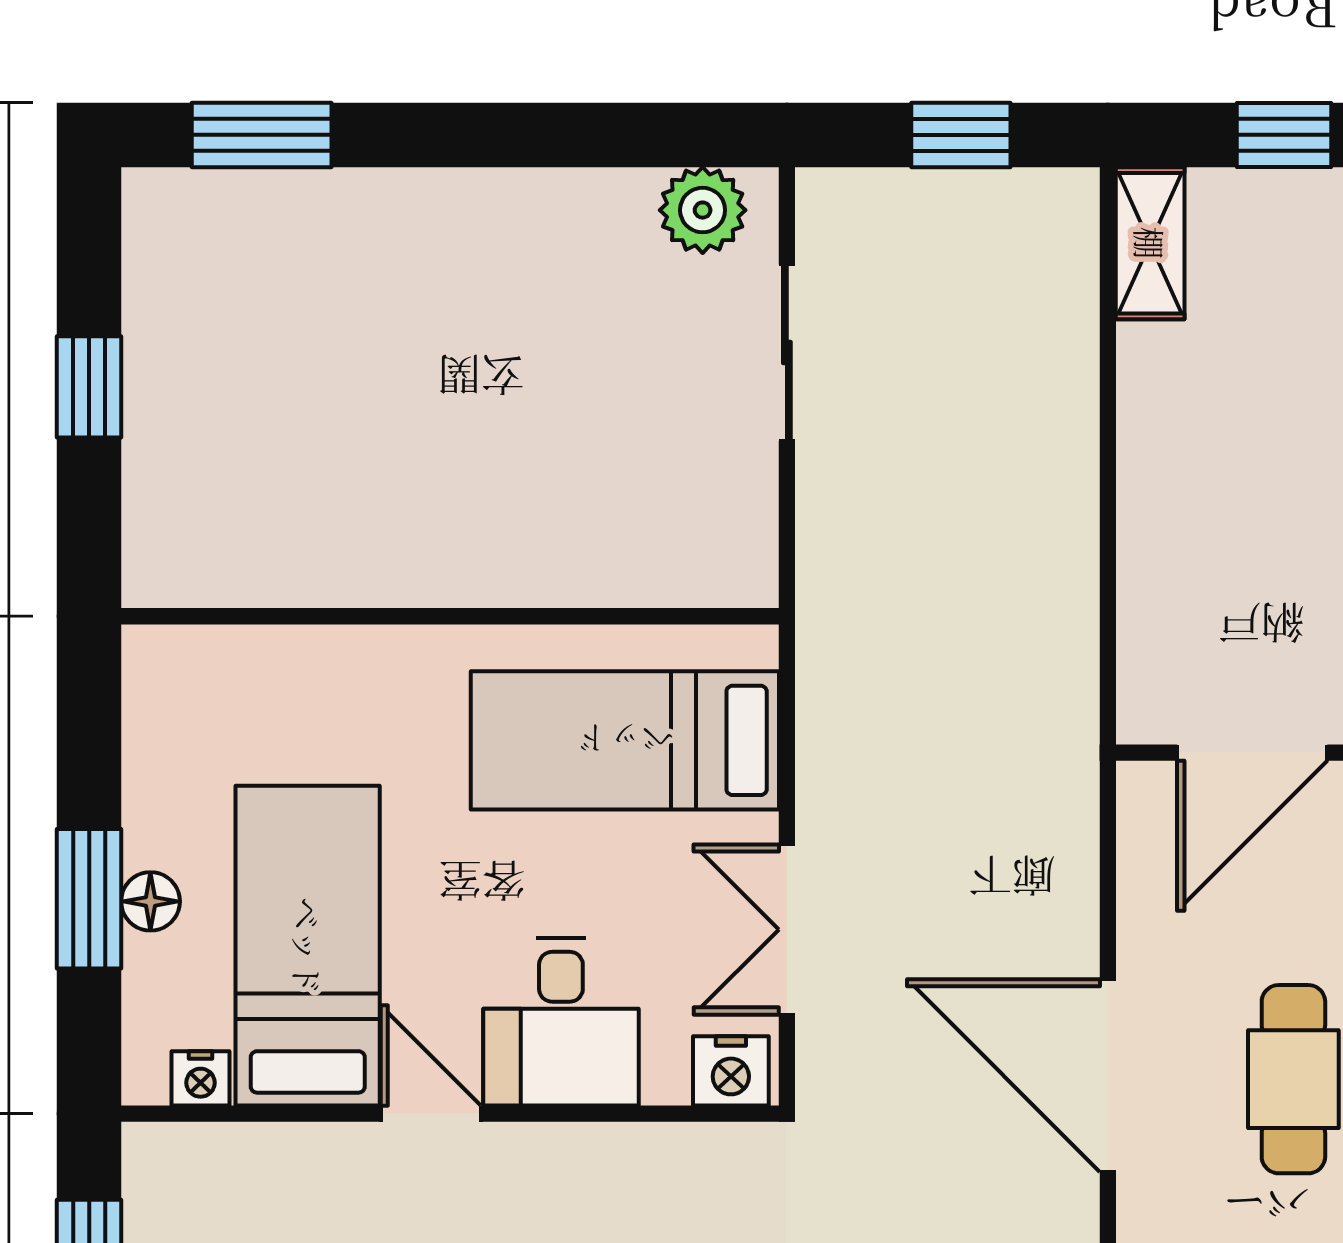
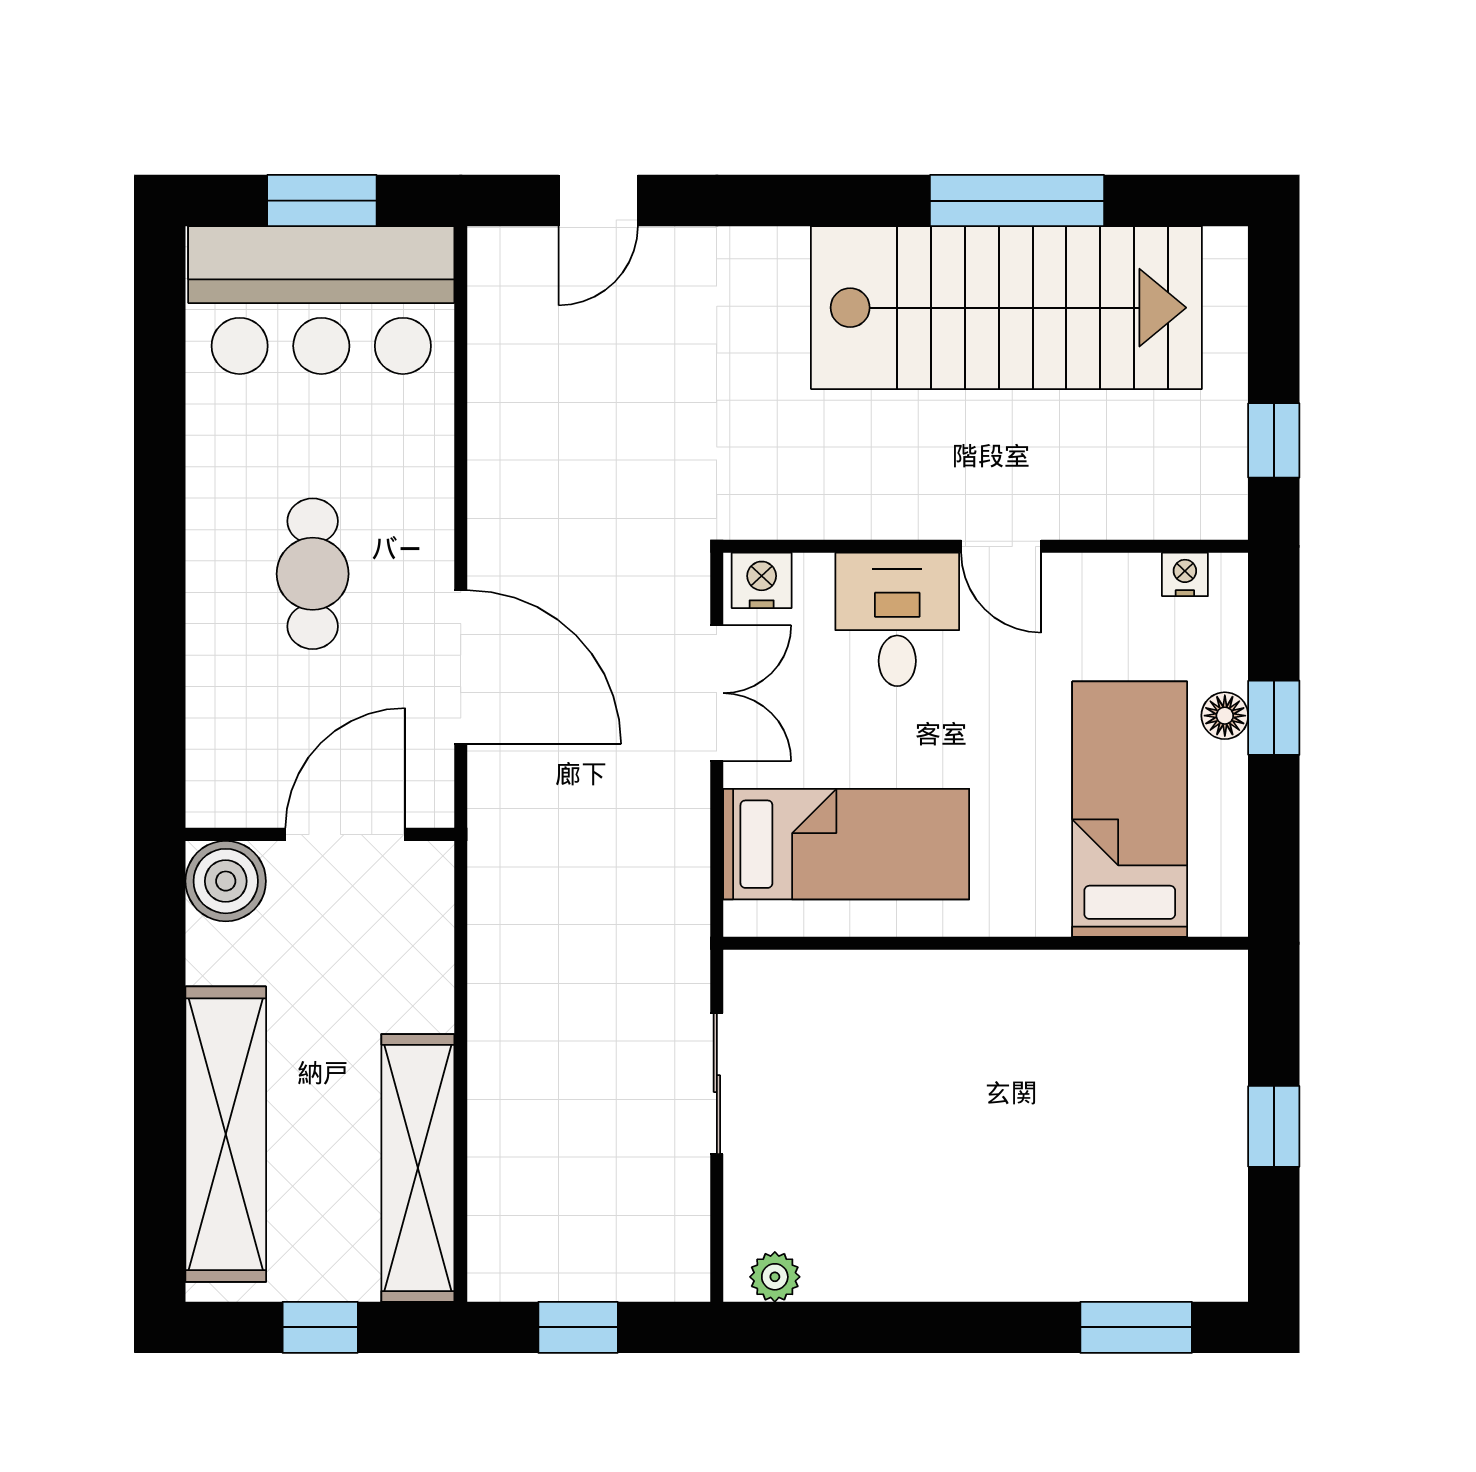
plant: (703, 210) -> (775, 1277), width x0.73, depth x0.73
shelving: (1150, 243) -> (418, 1168), width x2.20, depth x1.33
sliding door: (787, 353) -> (717, 1084), moved
window: (89, 899) -> (1274, 718), width x0.67
bed: (308, 946) -> (1130, 809), moved, turned 180
door: (1108, 1076) -> (461, 667), moved

